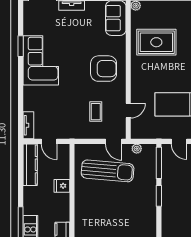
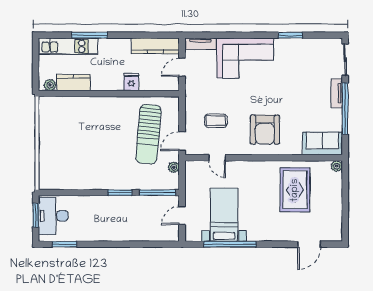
corner sofa: (41, 60) -> (245, 58), moved

